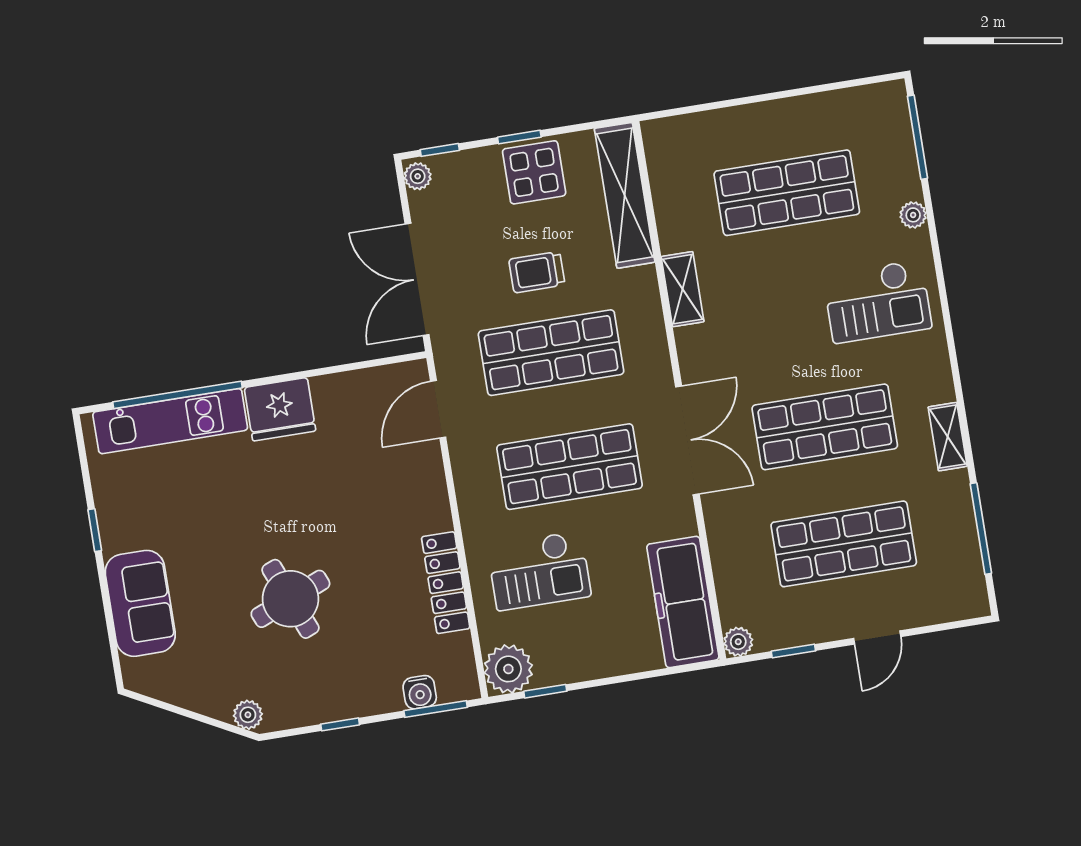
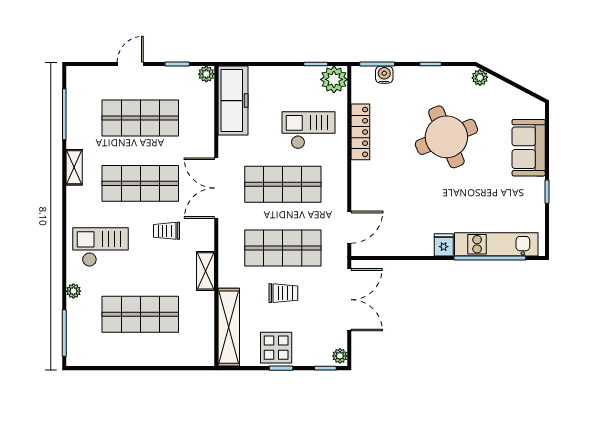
trolley: (764, 350) -> (167, 231), added
fridge: (280, 409) -> (444, 245), width x0.53, depth x0.75
round table: (290, 599) -> (446, 137), width x1.36, depth x1.36

